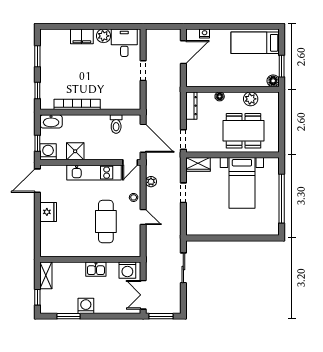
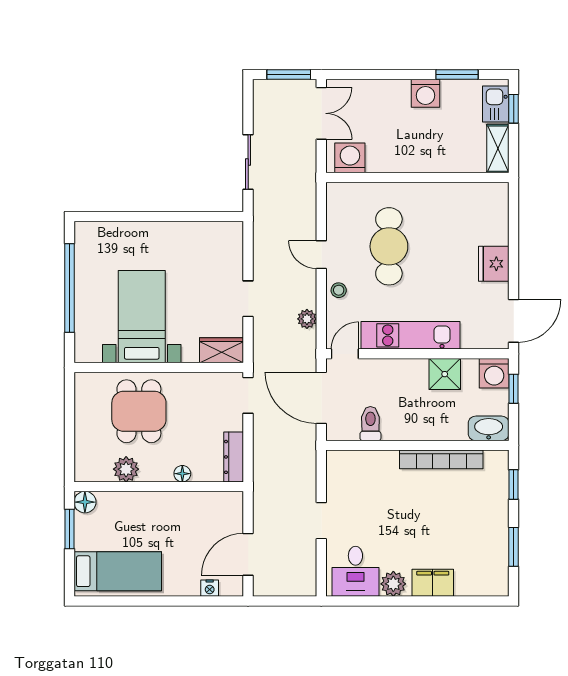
dining table: (243, 131) -> (139, 411), width x0.73
kitchen sink: (96, 269) -> (496, 104), moved, turned -90

